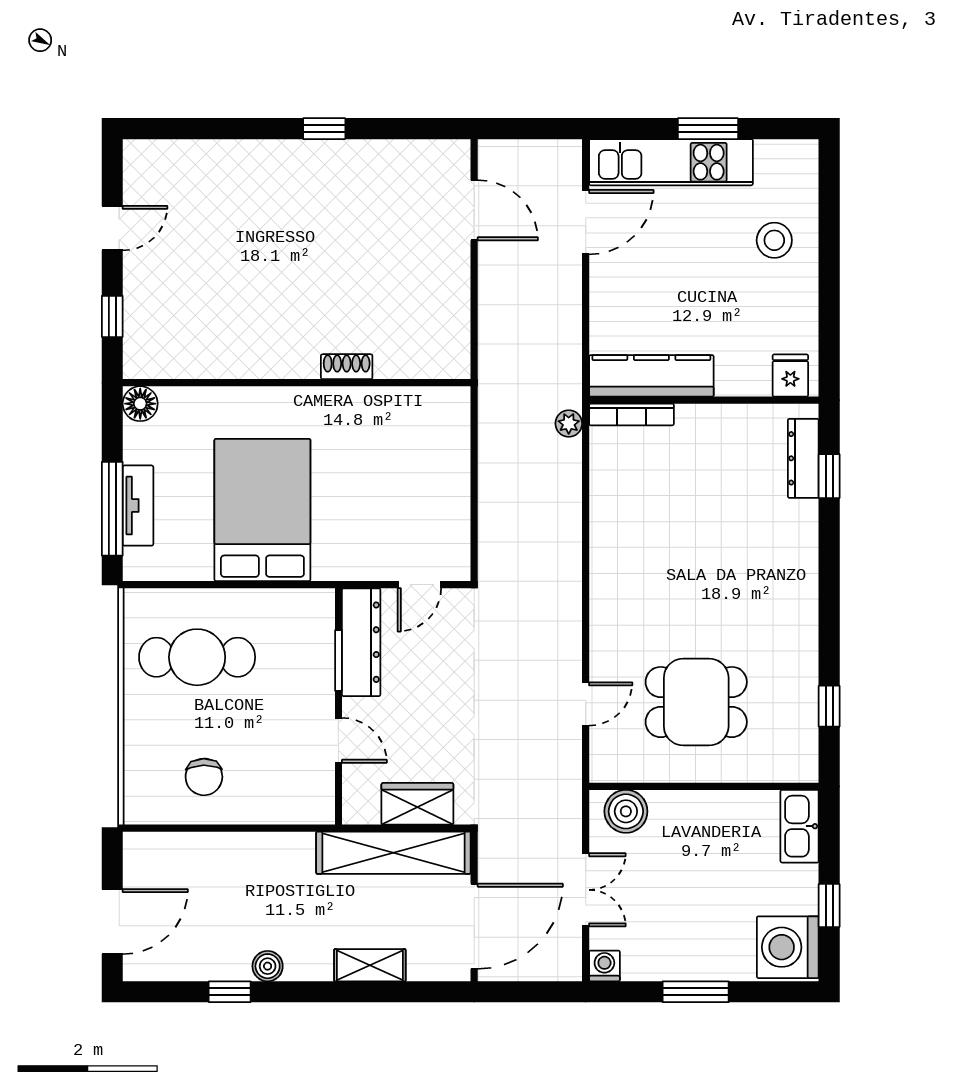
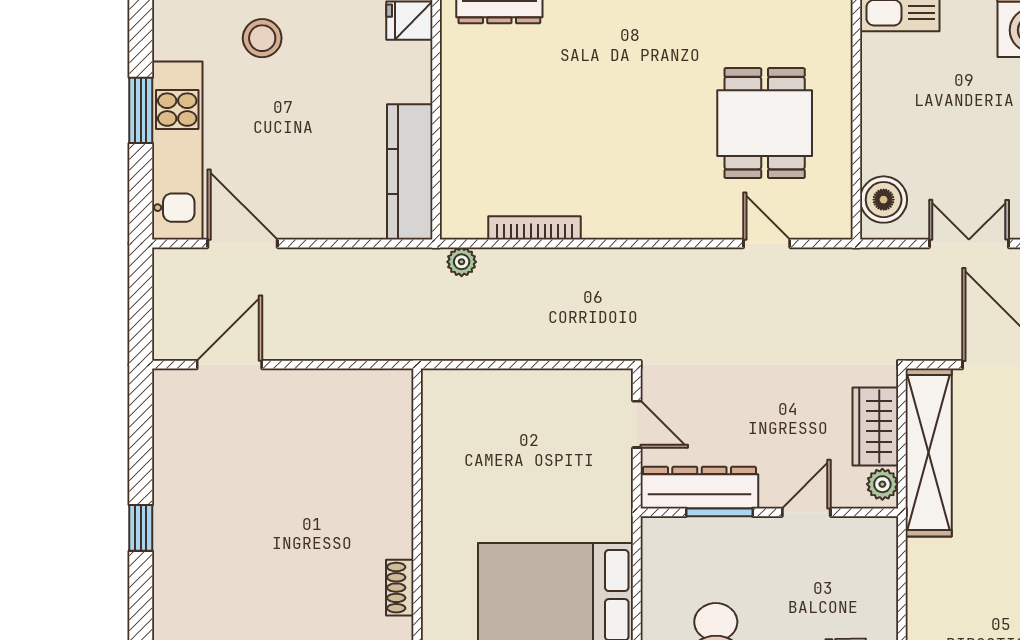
shoe rack: (347, 367) -> (400, 588), moved
bookcase: (631, 414) -> (534, 228), moved, turned -90
plant: (364, 810) -> (882, 484), added

